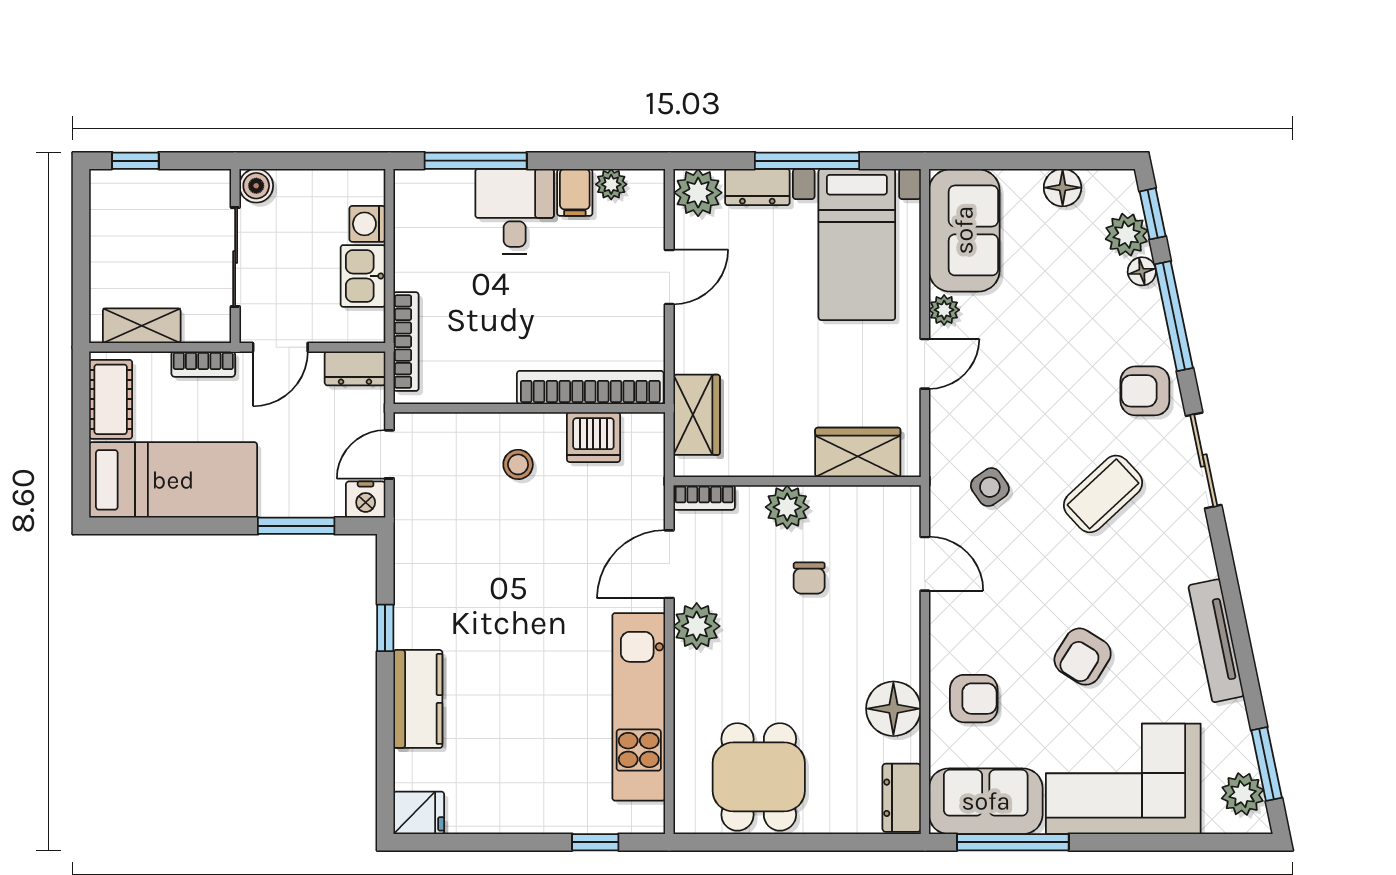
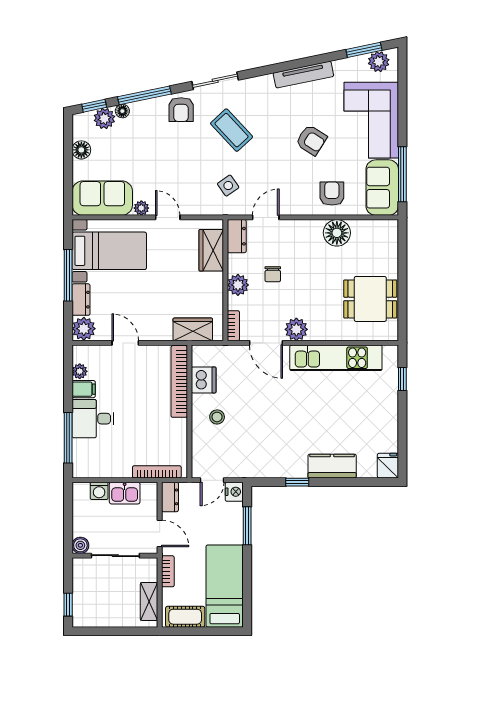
door: (389, 454) -> (212, 480), hinge flipped
chair: (809, 578) -> (273, 274), turned 90
dresser: (902, 798) -> (237, 236), moved, turned -90

